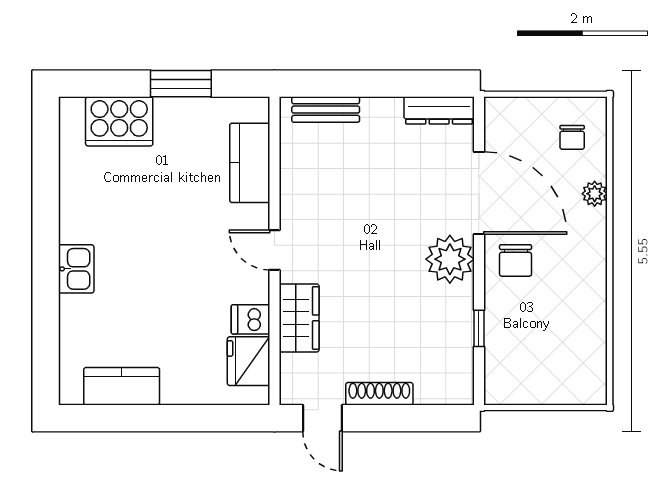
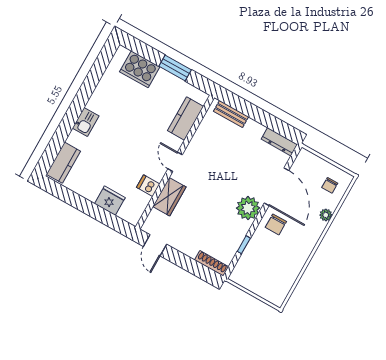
fridge: (249, 361) -> (110, 201), moved, turned 90
kitchen counter: (122, 386) -> (63, 163), moved, turned 90
shoe rack: (379, 394) -> (212, 263), moved

